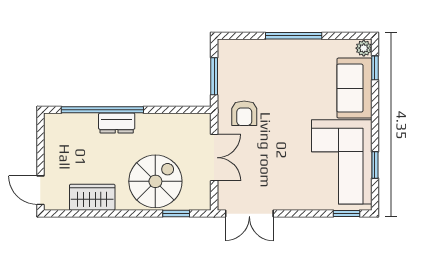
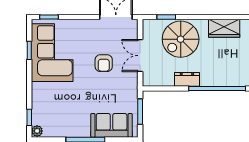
sofa: (354, 88) -> (112, 125), moved, turned -90
armchair: (244, 113) -> (104, 63), moved, turned 180
dresser: (117, 123) -> (187, 79), moved

